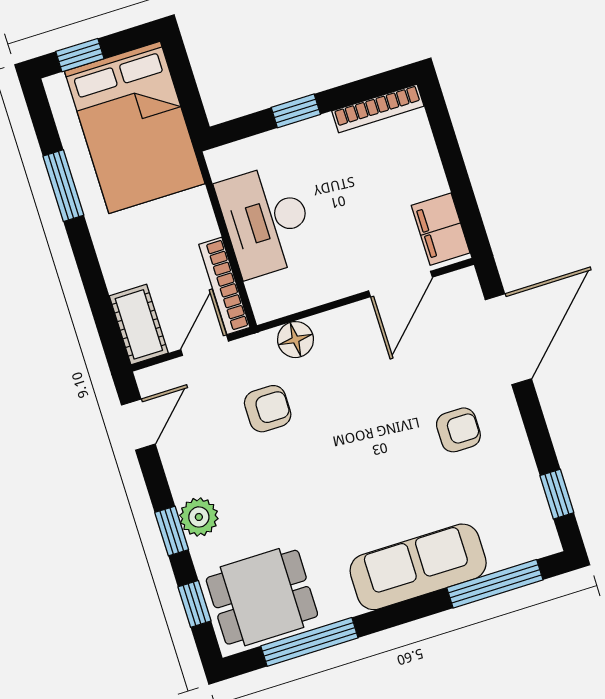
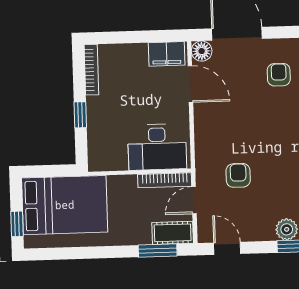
window: (63, 186) -> (158, 250), moved
desk: (266, 221) -> (157, 147), moved
floor lamp: (296, 340) -> (202, 51), moved
door: (205, 345) -> (194, 200), hinge flipped

